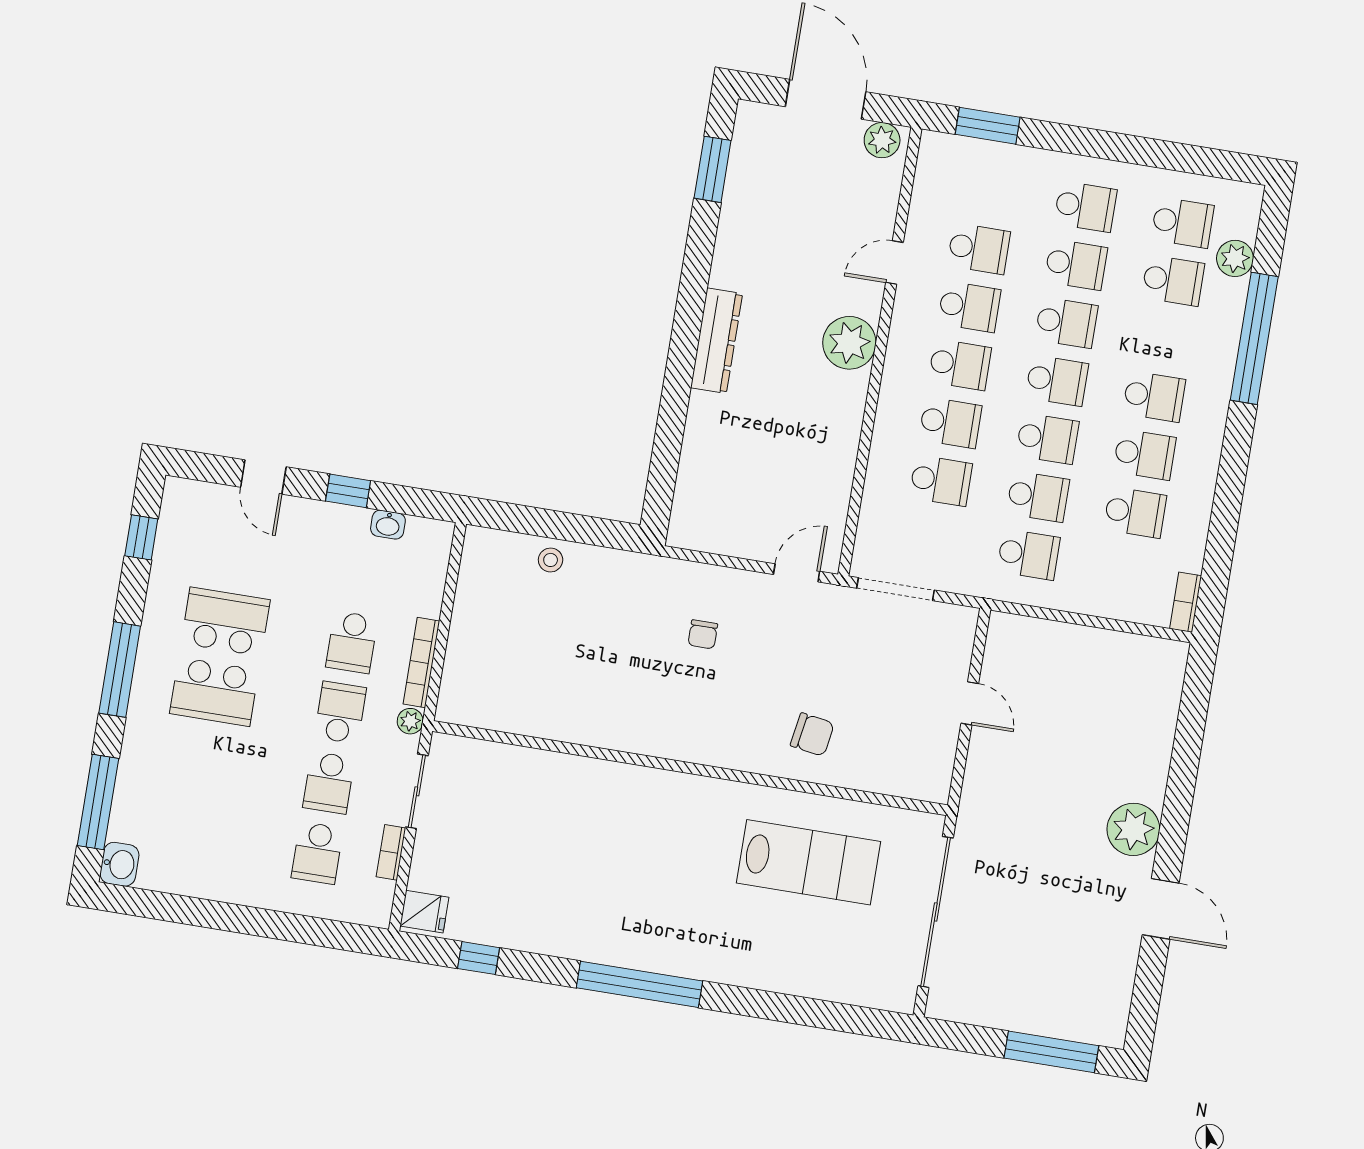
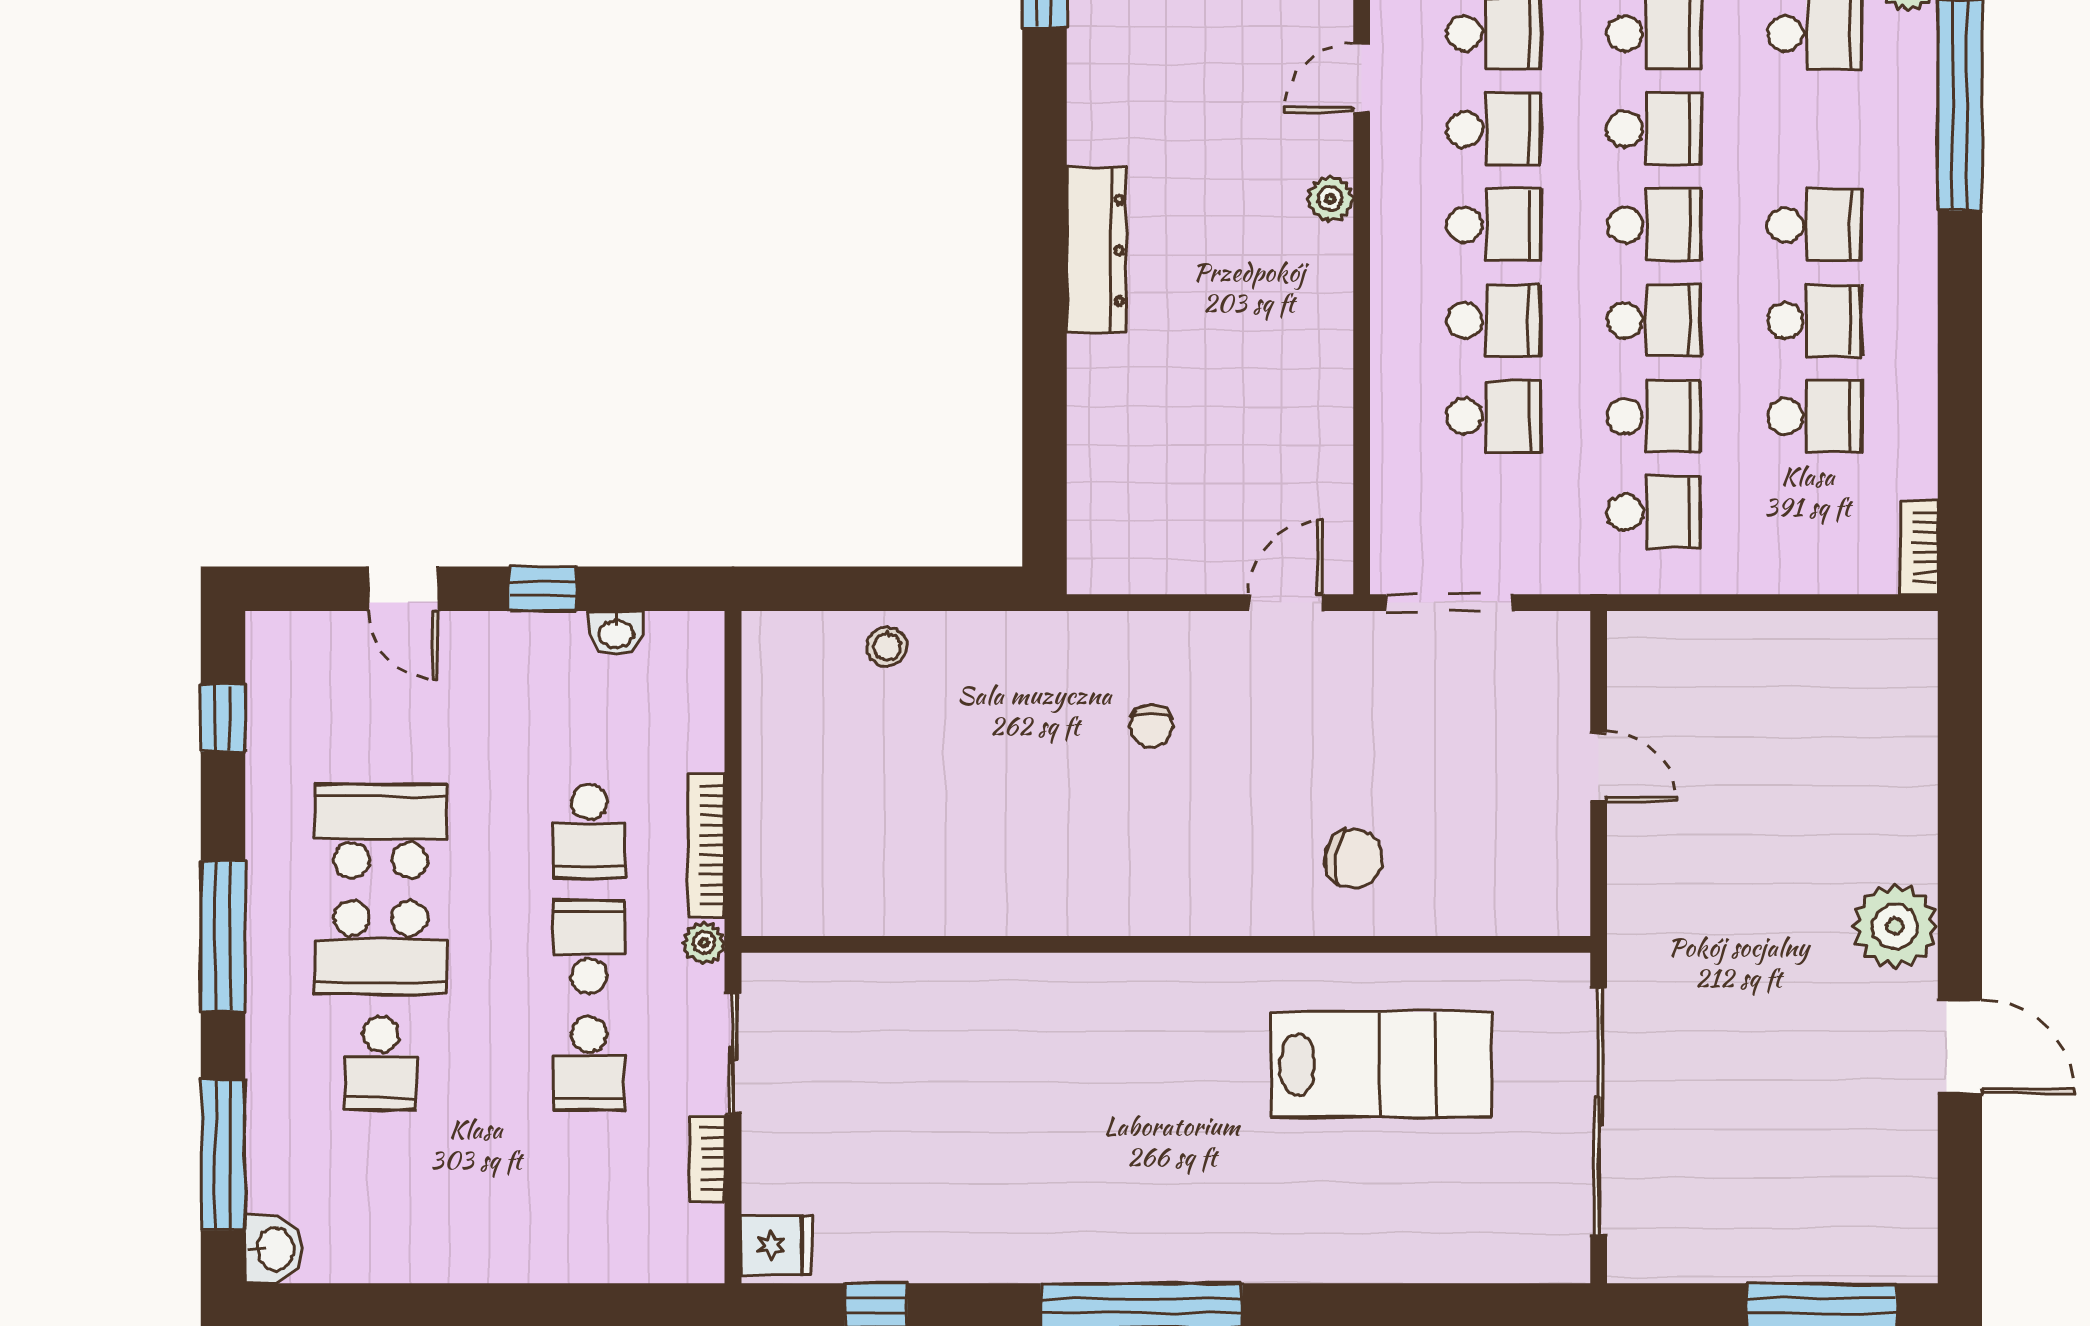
plant: (849, 343) -> (1330, 199), width x0.53, depth x0.53
school desk: (317, 853) -> (381, 1063), moved

